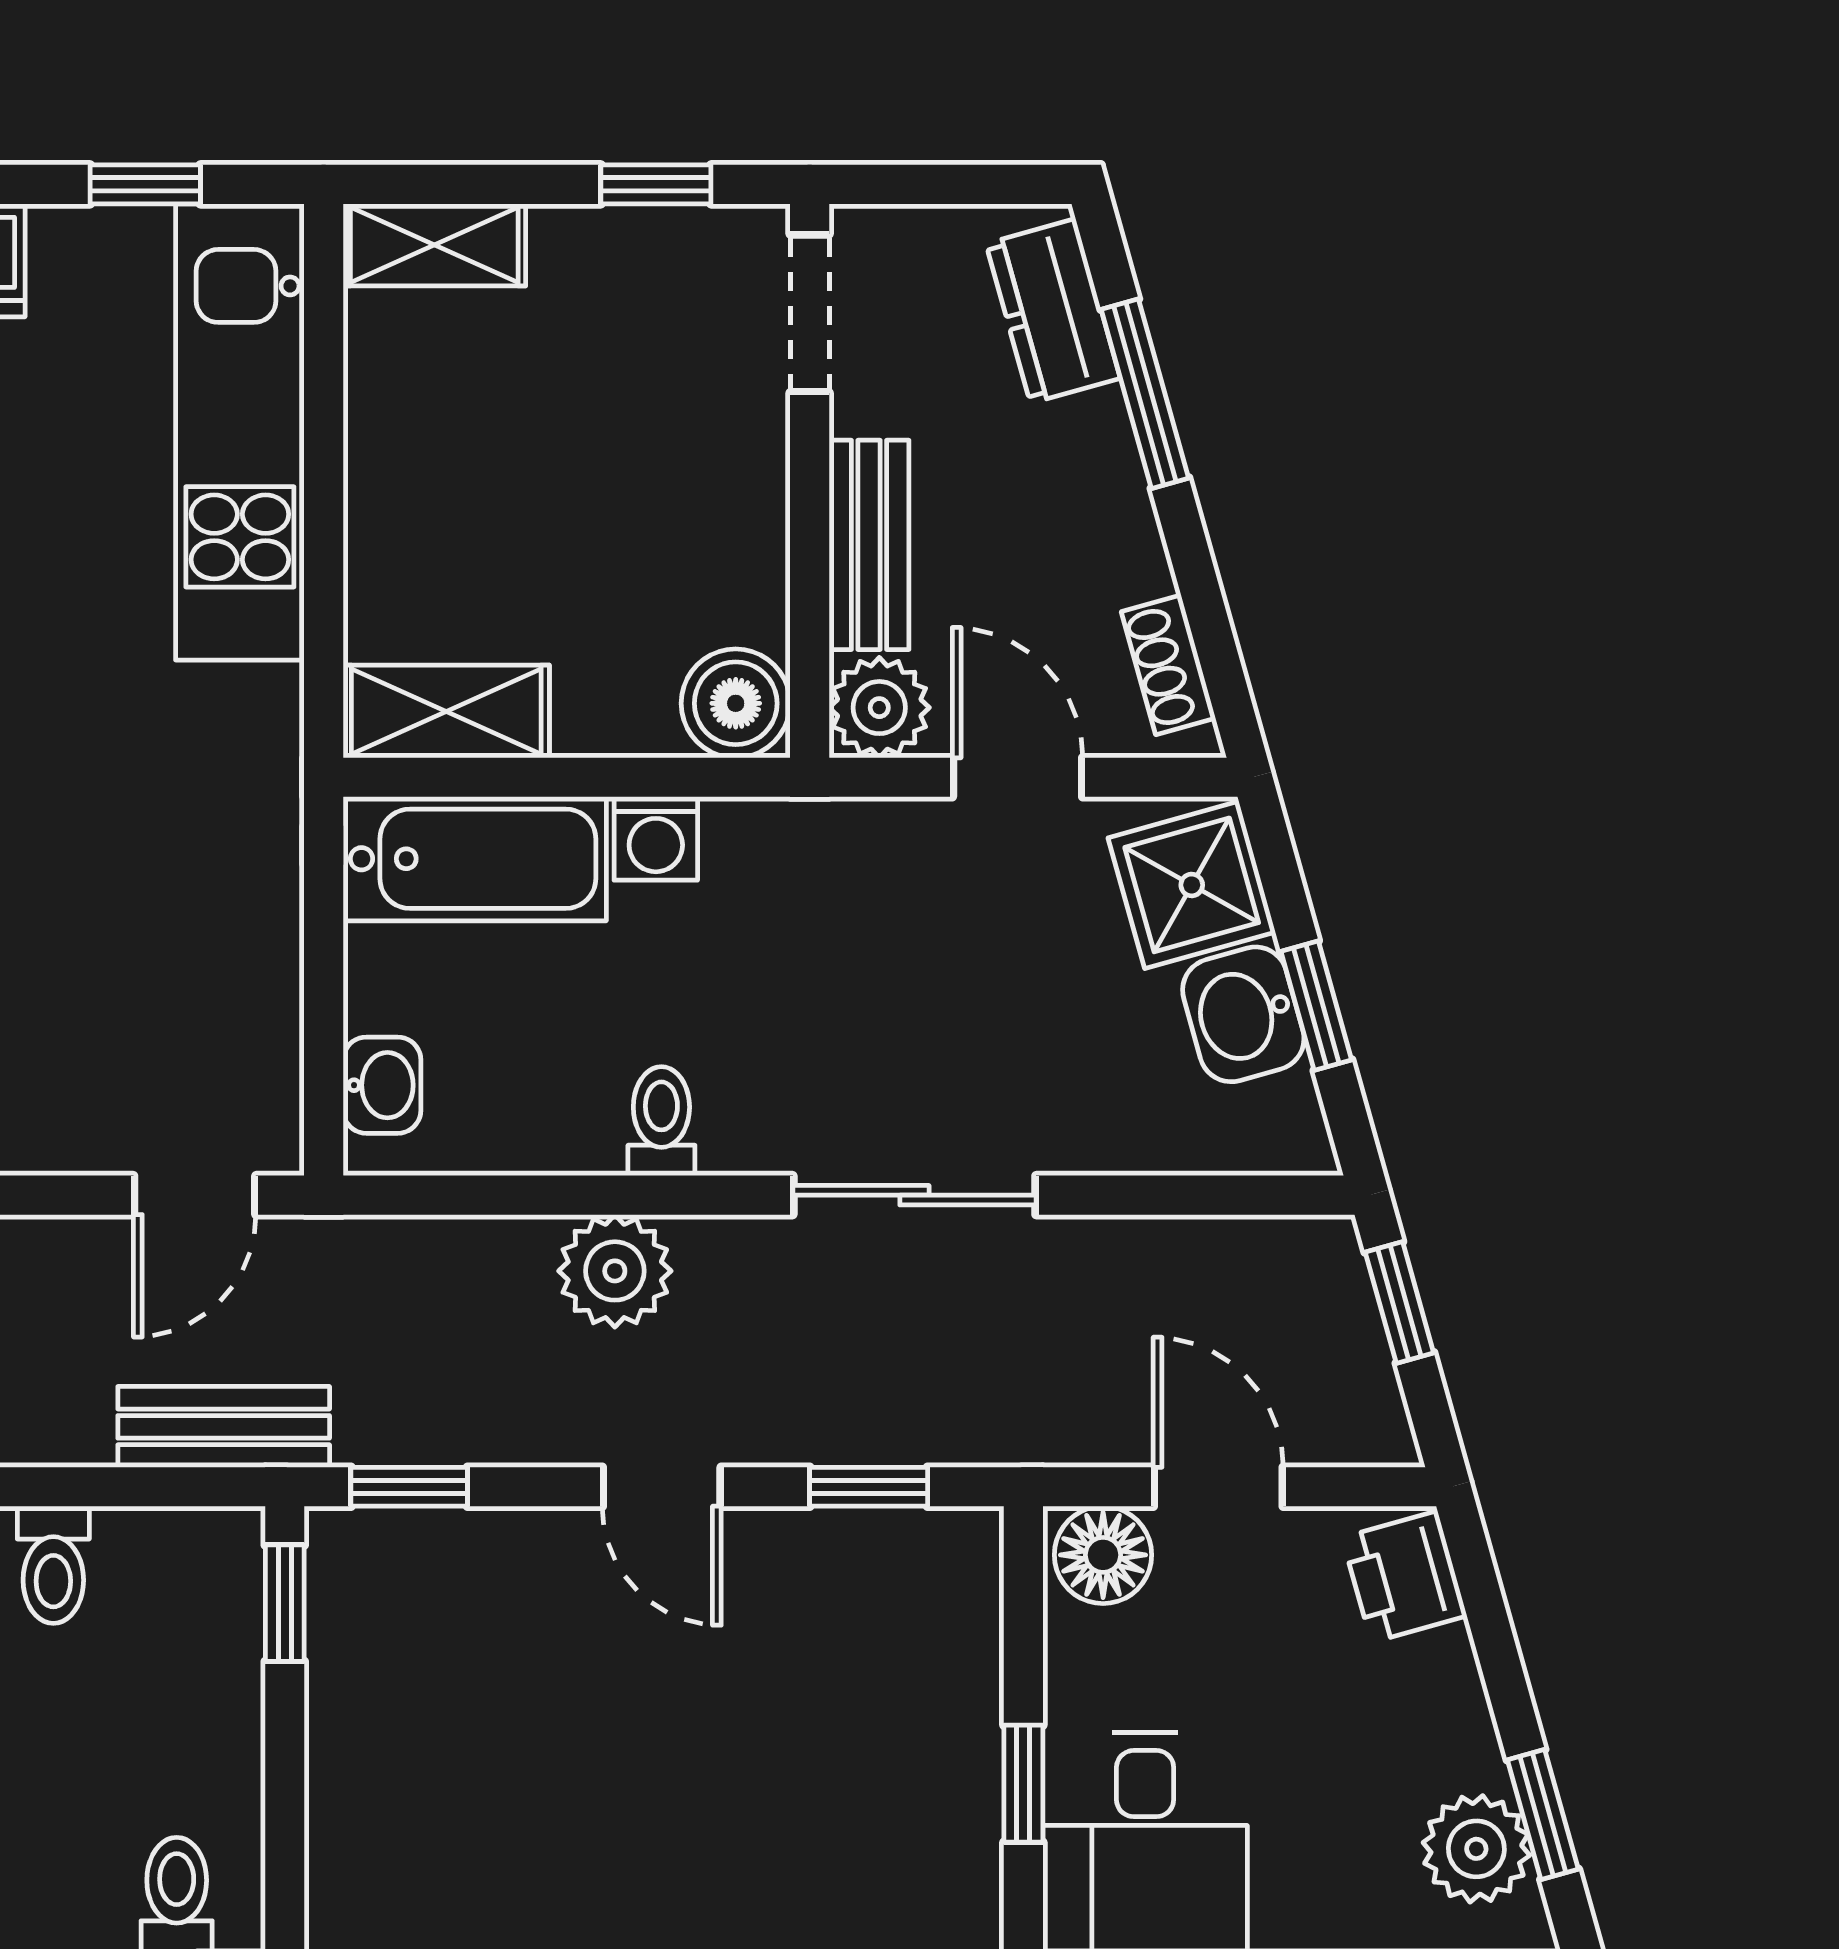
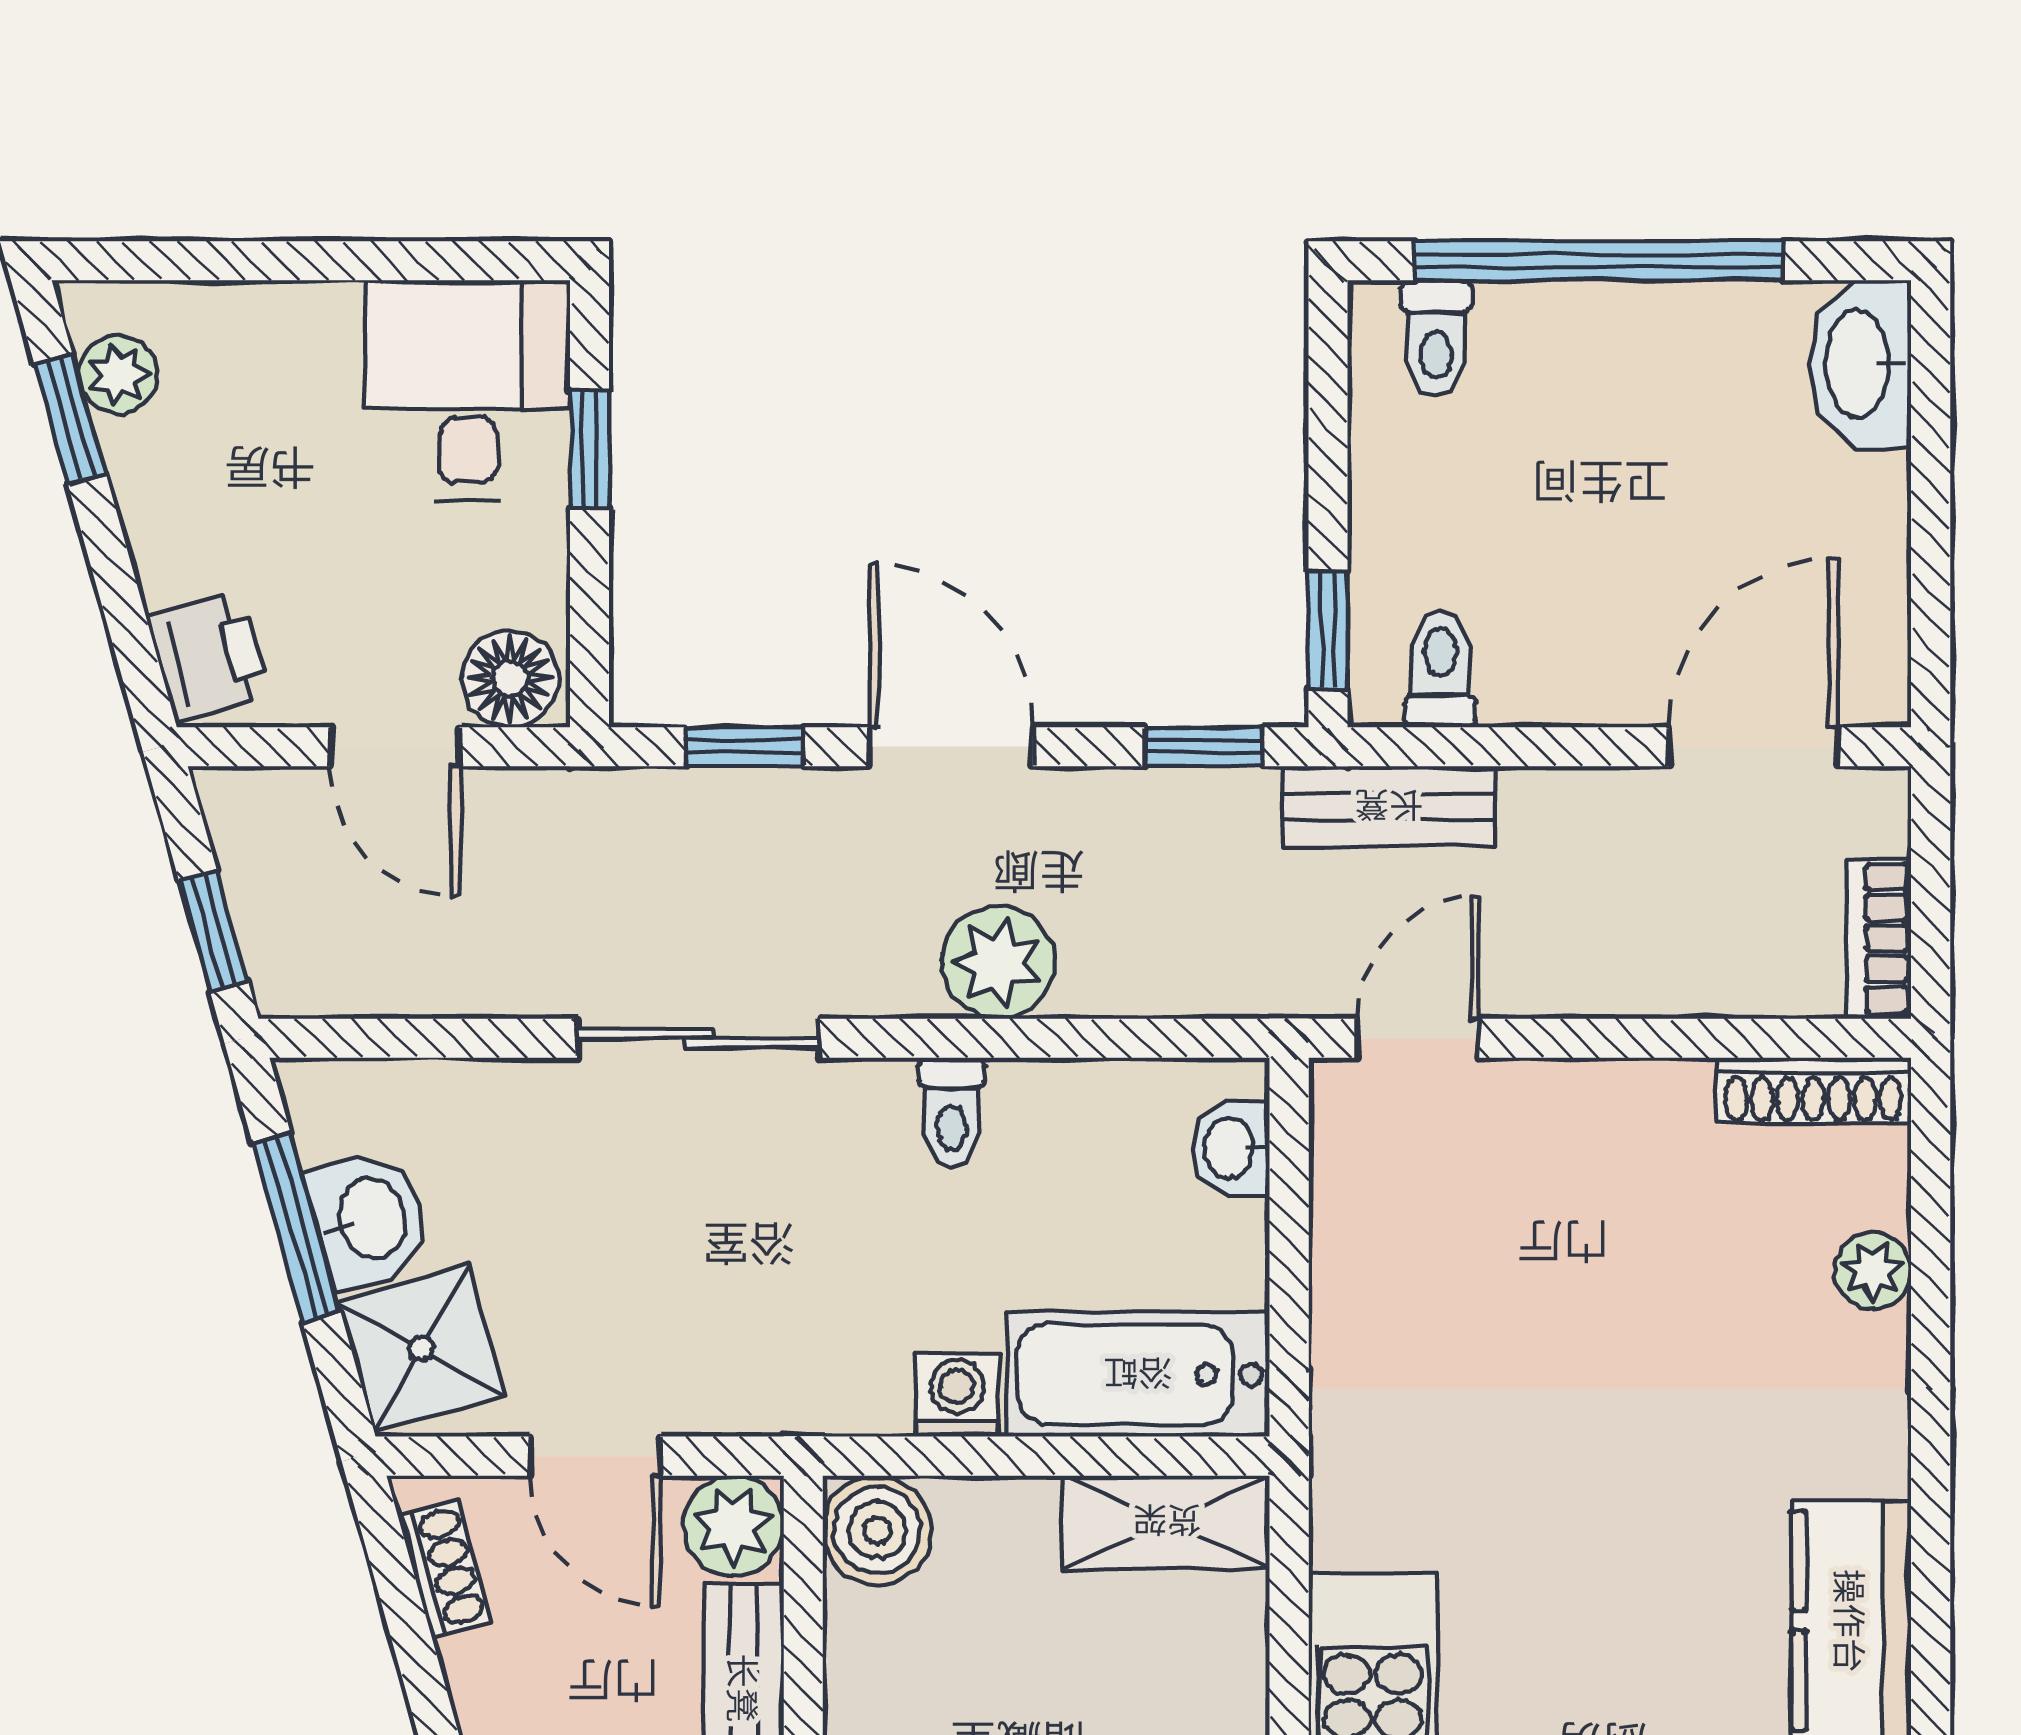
window: (1316, 1006) -> (297, 1228), width x1.50
door: (662, 1487) -> (951, 747), width x1.38
toilet: (53, 1565) -> (1440, 669), moved
plant: (1476, 1849) -> (118, 374), width x0.73, depth x0.73

